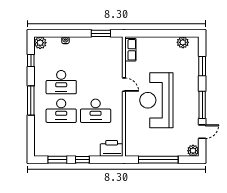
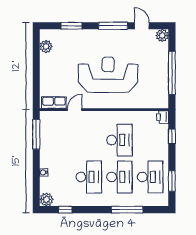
window: (101, 33) -> (36, 134), width x1.44
door: (124, 85) -> (75, 110), moved
reception desk: (156, 100) -> (108, 75), turned 180
window: (31, 101) -> (127, 210), moved
desk: (61, 139) -> (150, 177), added
printer: (112, 148) -> (163, 117), width x0.53, depth x0.68
window: (82, 160) -> (172, 136), moved

